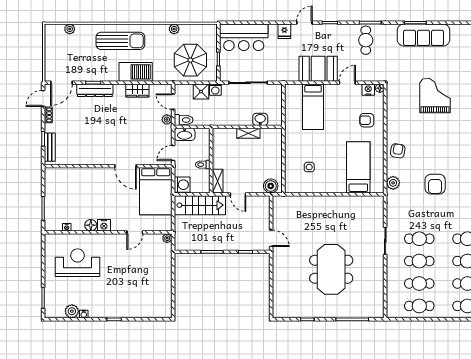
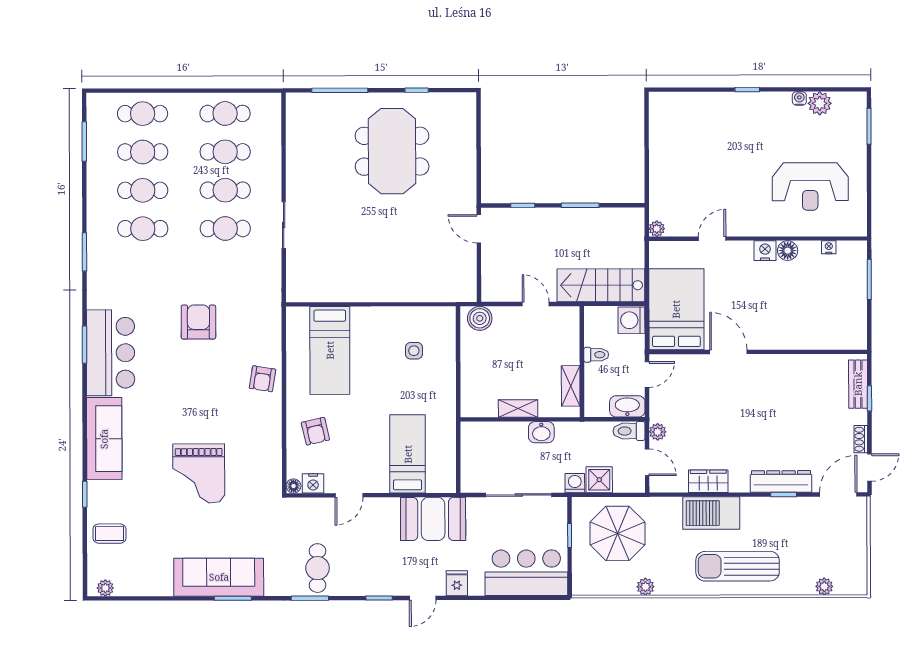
booth: (318, 69) -> (433, 519), moved
washbasin: (260, 119) -> (541, 432), moved
armchair: (367, 120) -> (315, 431), turned 77
shelving: (218, 181) -> (571, 386), moved
plant: (393, 183) -> (270, 324), removed
meeting table: (331, 269) -> (392, 151), moved

